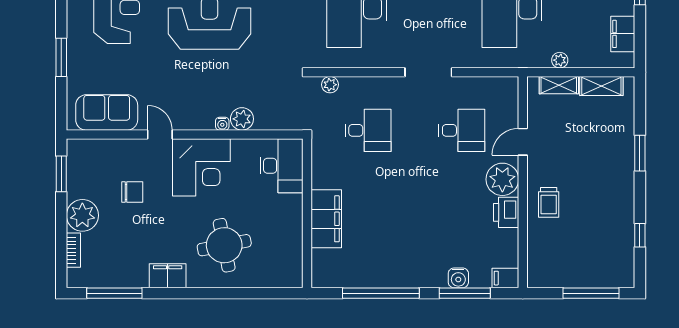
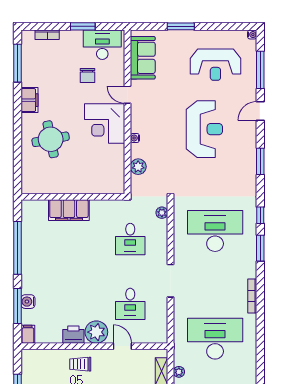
plant: (242, 119) -> (138, 167), moved
door: (160, 134) -> (127, 95), swing flipped
desk: (282, 166) -> (102, 45), moved, turned 180
window: (61, 174) -> (83, 26), moved
plant: (82, 215) -> (71, 41), removed

